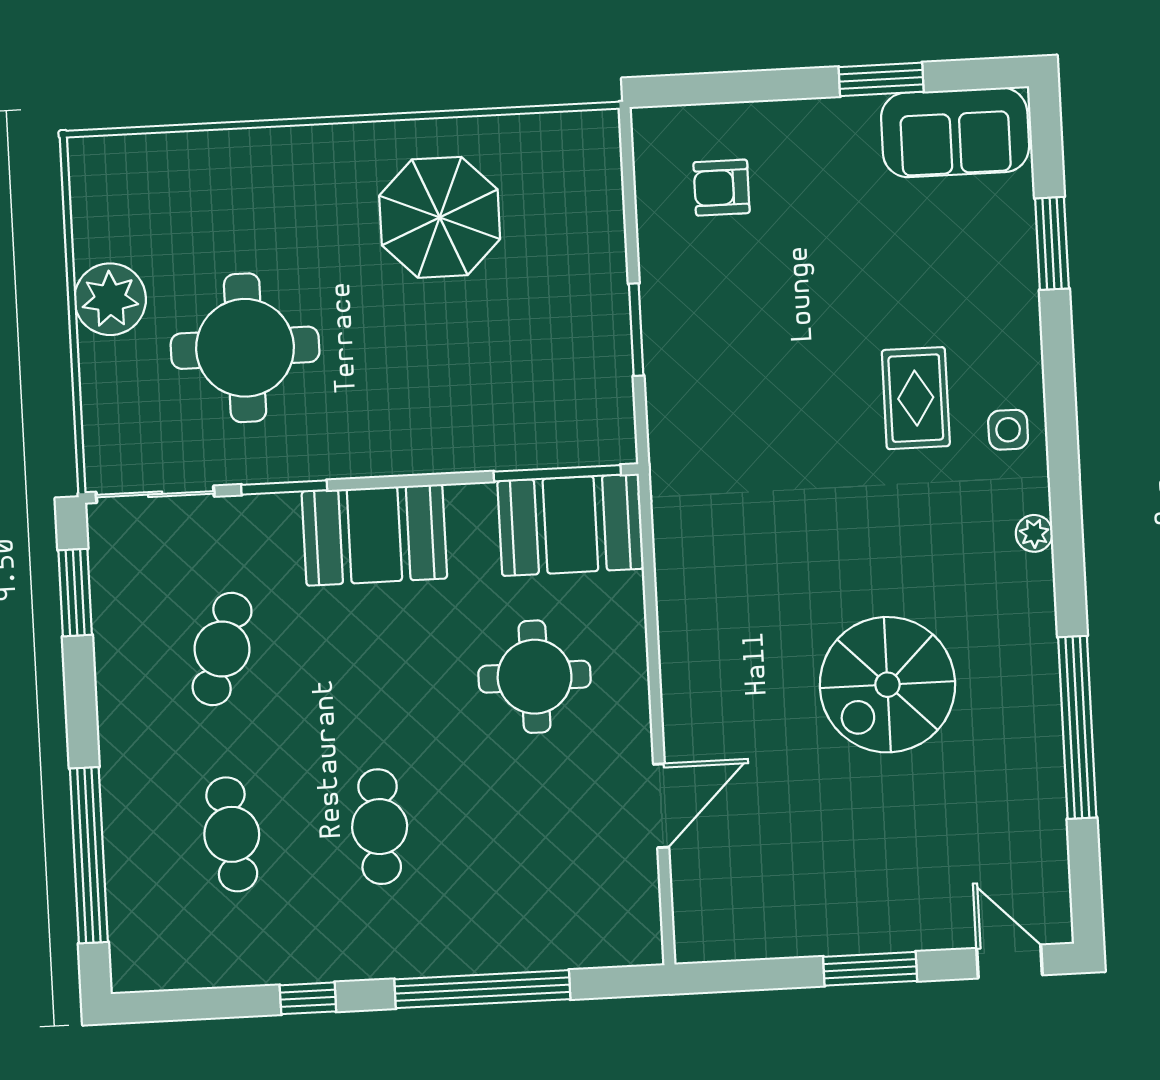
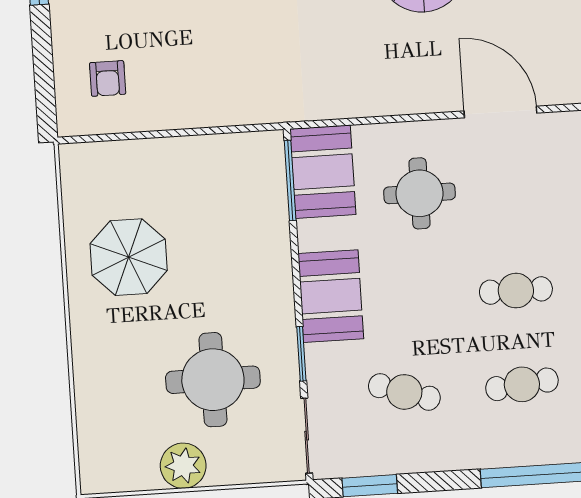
window: (636, 330) -> (198, 132), removed
door: (661, 806) -> (500, 112), width x1.36

